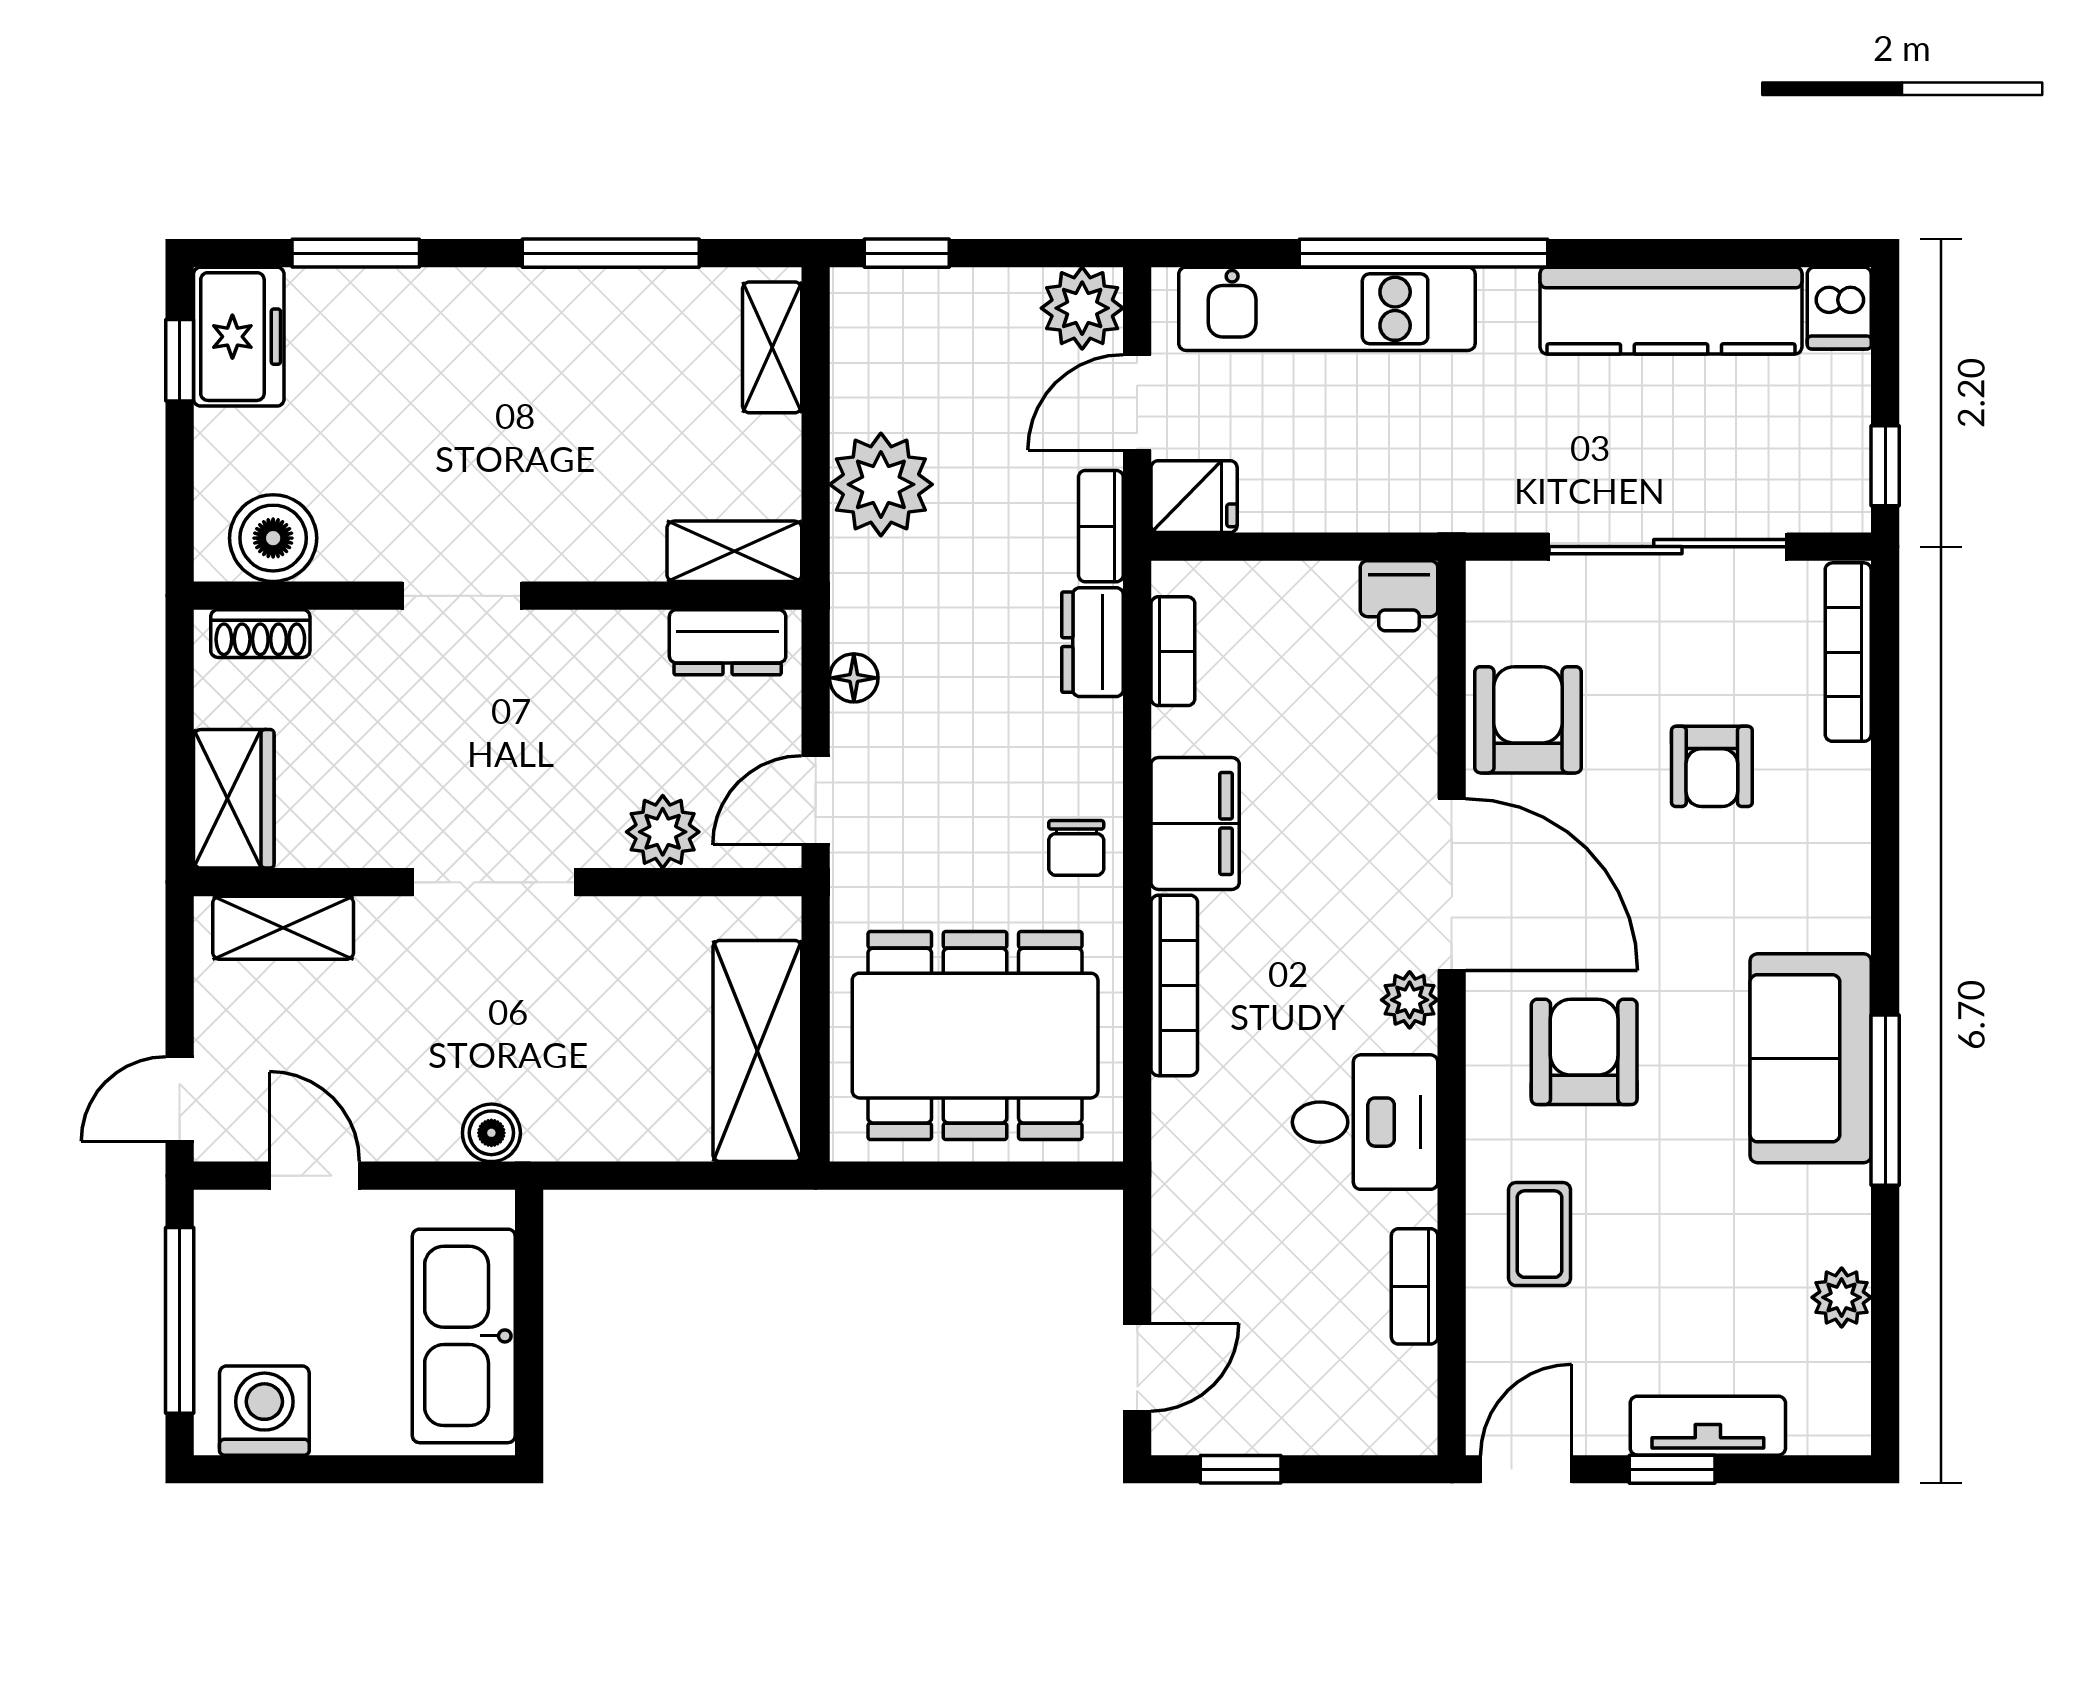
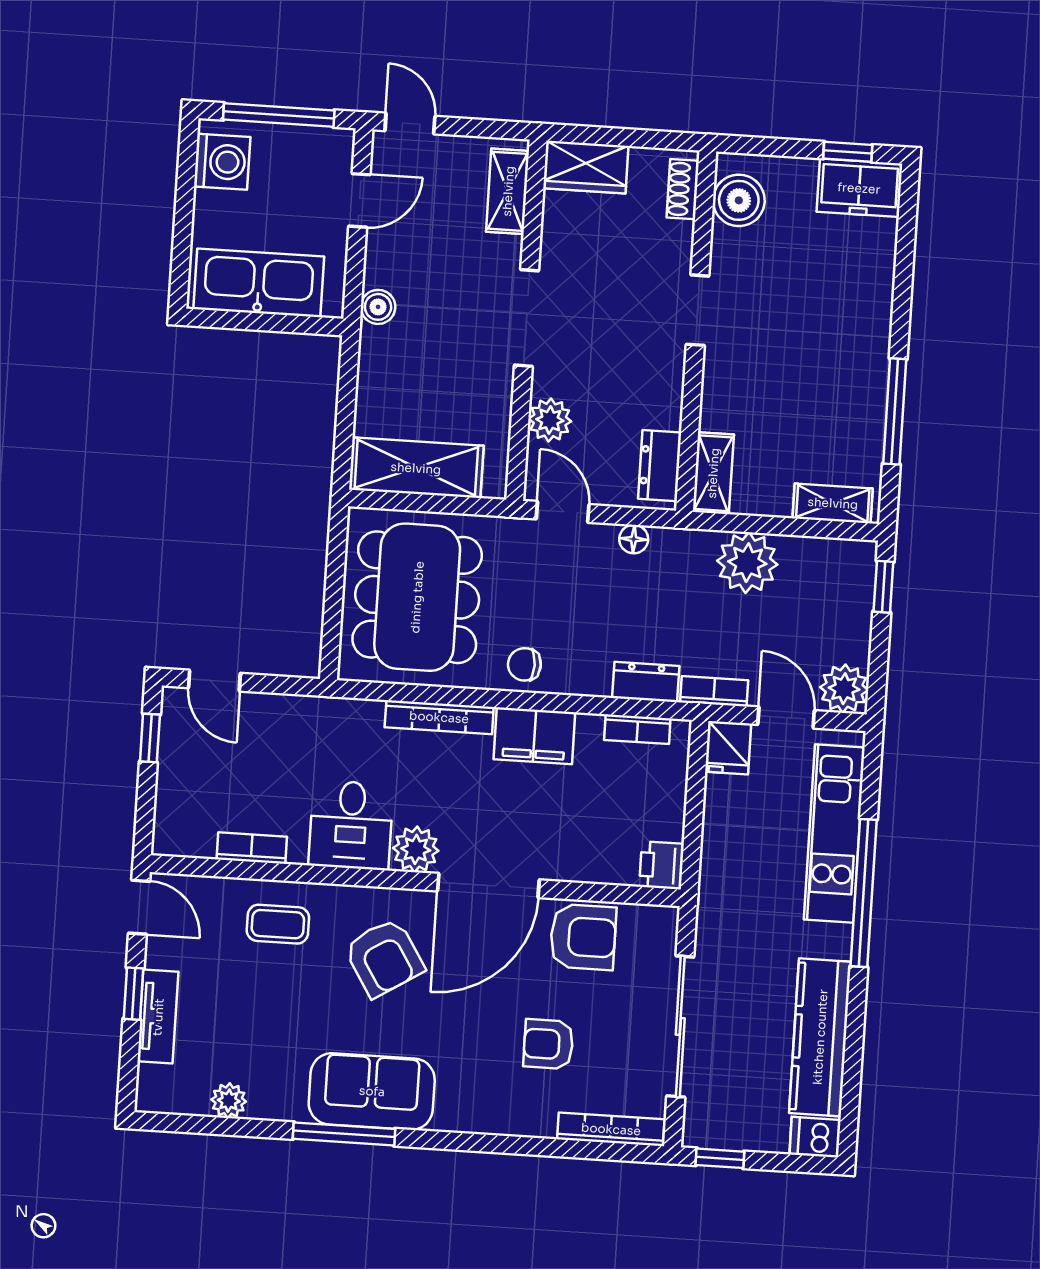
window: (356, 253) -> (905, 260), removed
plant: (1410, 1000) -> (416, 849), width x1.38, depth x1.38
armchair: (1584, 1052) -> (384, 958), turned 58

